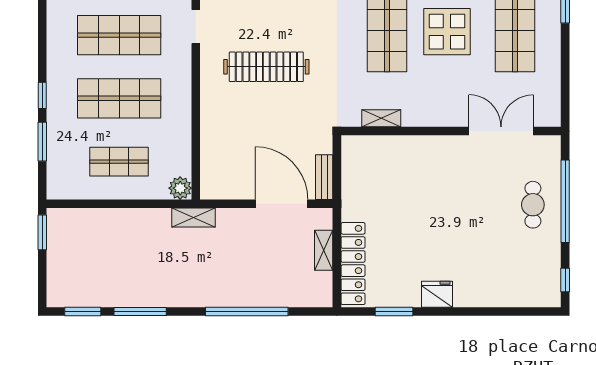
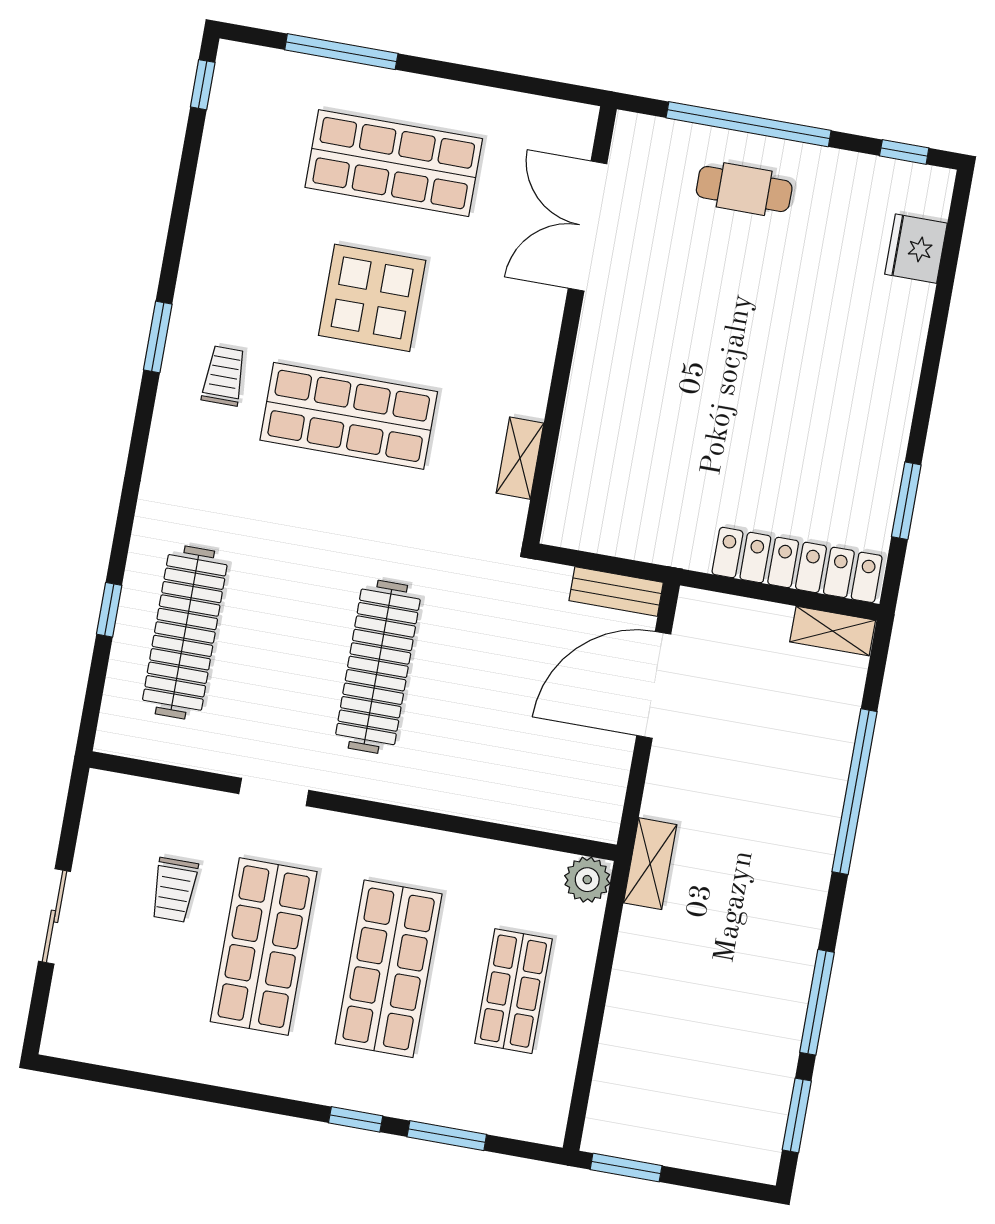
shelving: (324, 250) -> (833, 631), moved
fridge: (437, 294) -> (916, 249), moved

